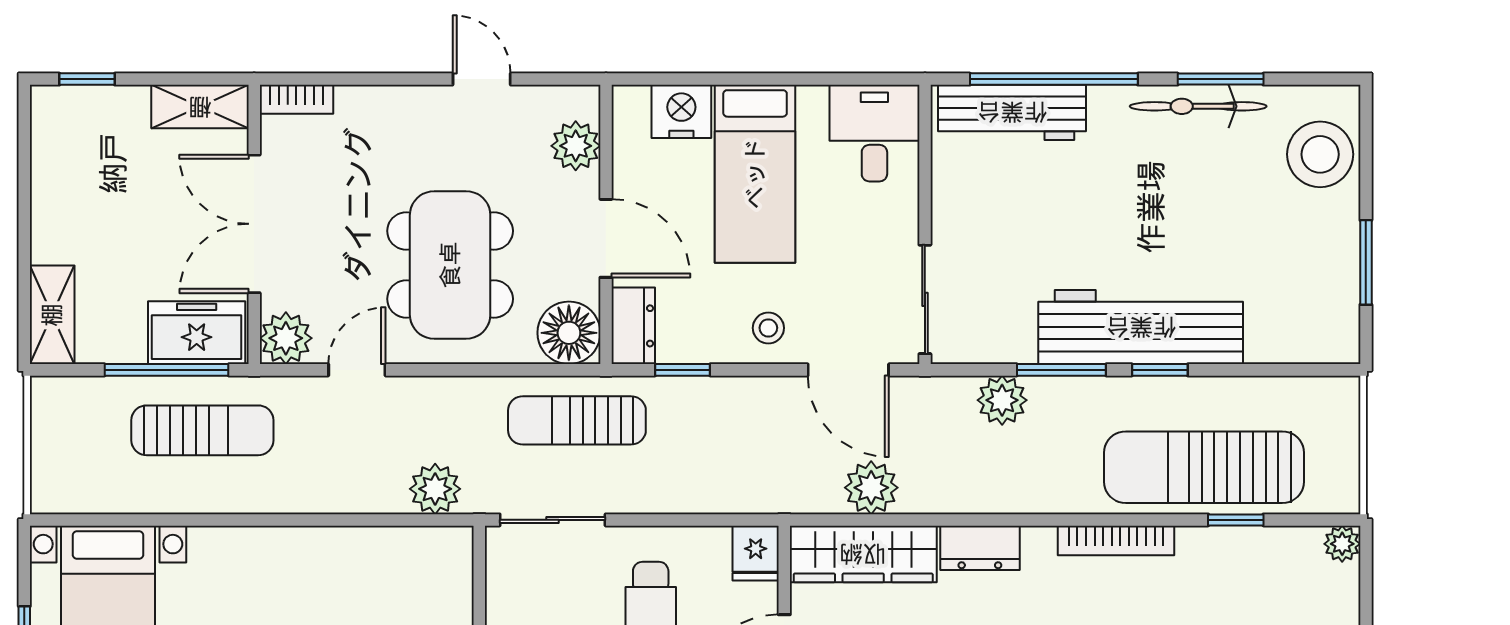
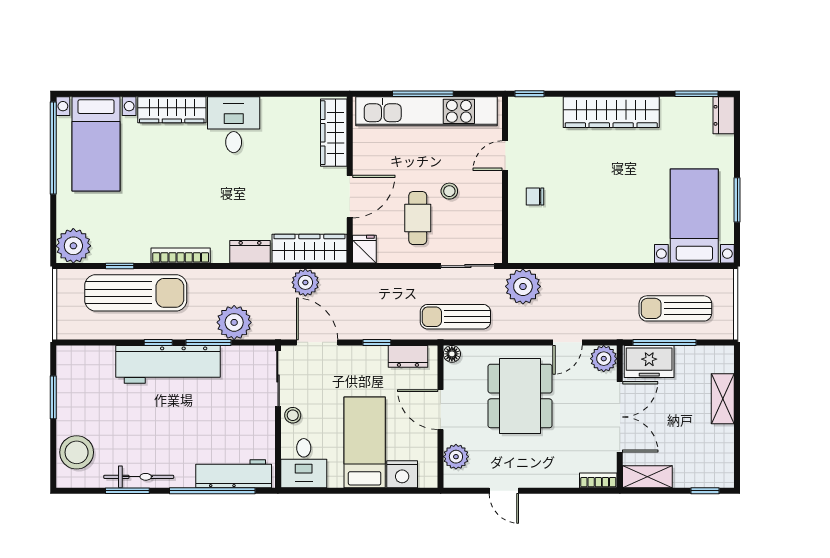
shelving: (52, 315) -> (723, 399), moved
dresser: (633, 326) -> (408, 356), moved, turned -90
stool: (768, 328) -> (293, 415), moved
floor lamp: (569, 333) -> (452, 354), width x0.53, depth x0.53
window: (683, 370) -> (377, 342), moved
plant: (1002, 400) -> (234, 322), width x1.36, depth x1.36
sun lounger: (577, 420) -> (455, 317), turned 180
sun lounger: (202, 430) -> (675, 308), moved
plant: (435, 489) -> (523, 286), width x1.36, depth x1.36
plant: (1342, 544) -> (73, 246), width x1.88, depth x1.88

